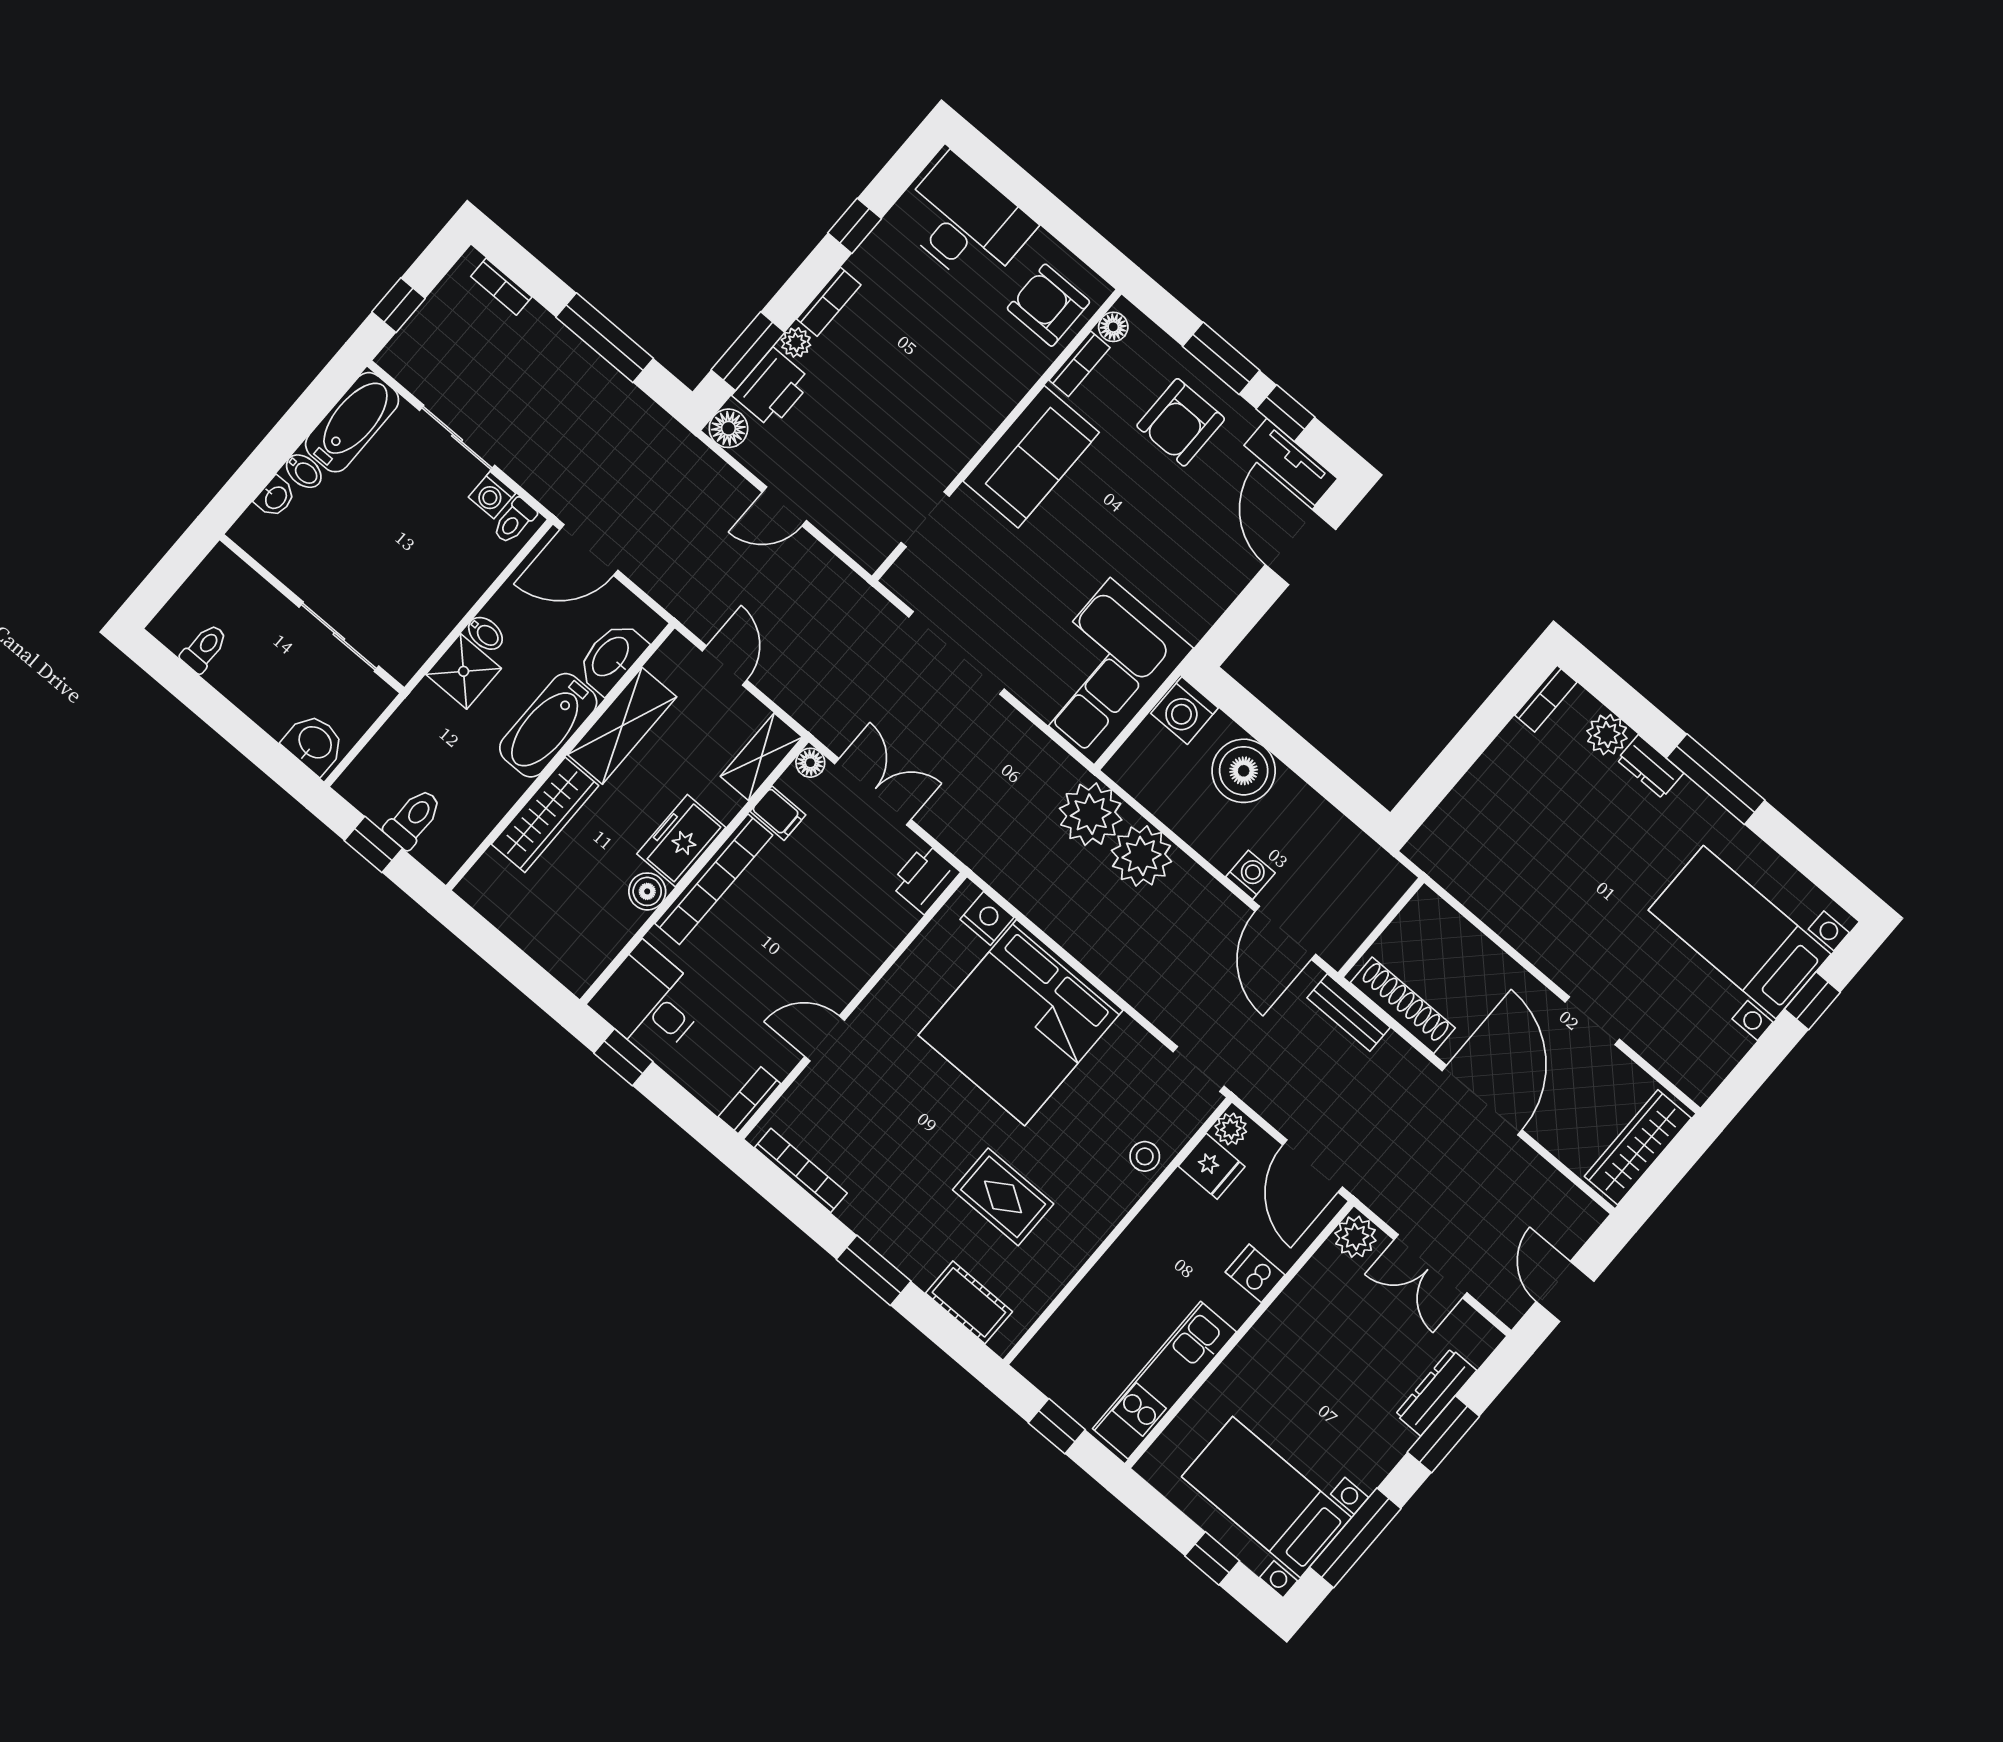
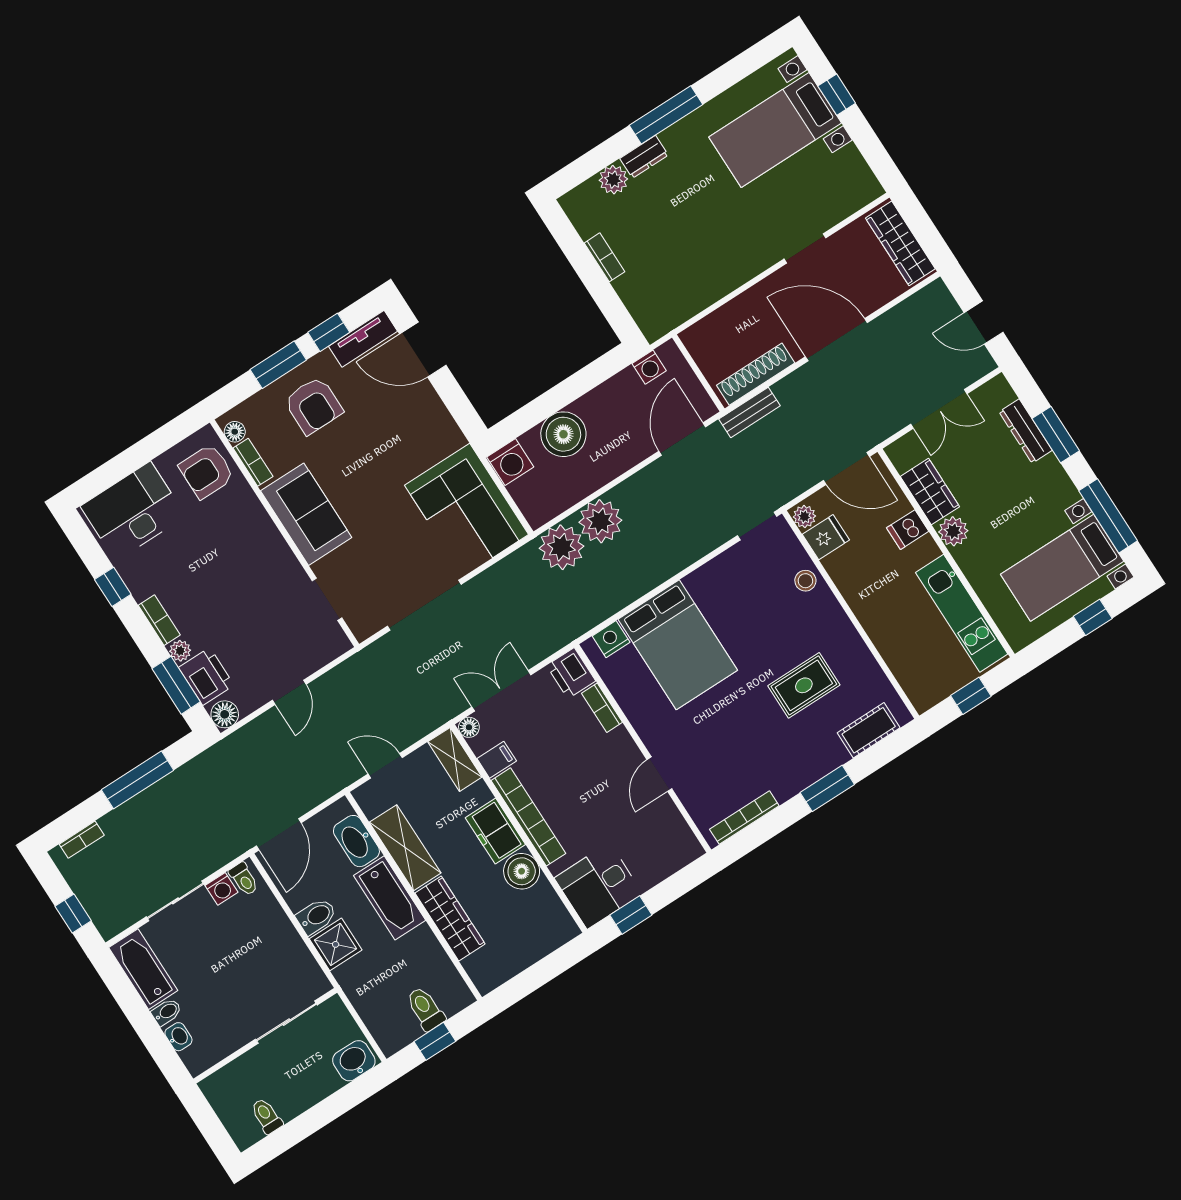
bidet: (485, 633) -> (316, 916), width x1.38, depth x1.36
bookcase: (1546, 699) -> (604, 257), moved
washing machine: (1250, 875) -> (649, 367), moved, turned 180
boiler: (647, 891) -> (522, 871), width x1.36, depth x1.36
door: (1285, 933) -> (682, 439), swing flipped
bed: (1021, 1023) -> (678, 645), width x0.73
bookcase: (749, 1100) -> (602, 708), moved
plant: (1355, 1237) -> (953, 531), moved
wardrobe: (1315, 1288) -> (930, 492), added

